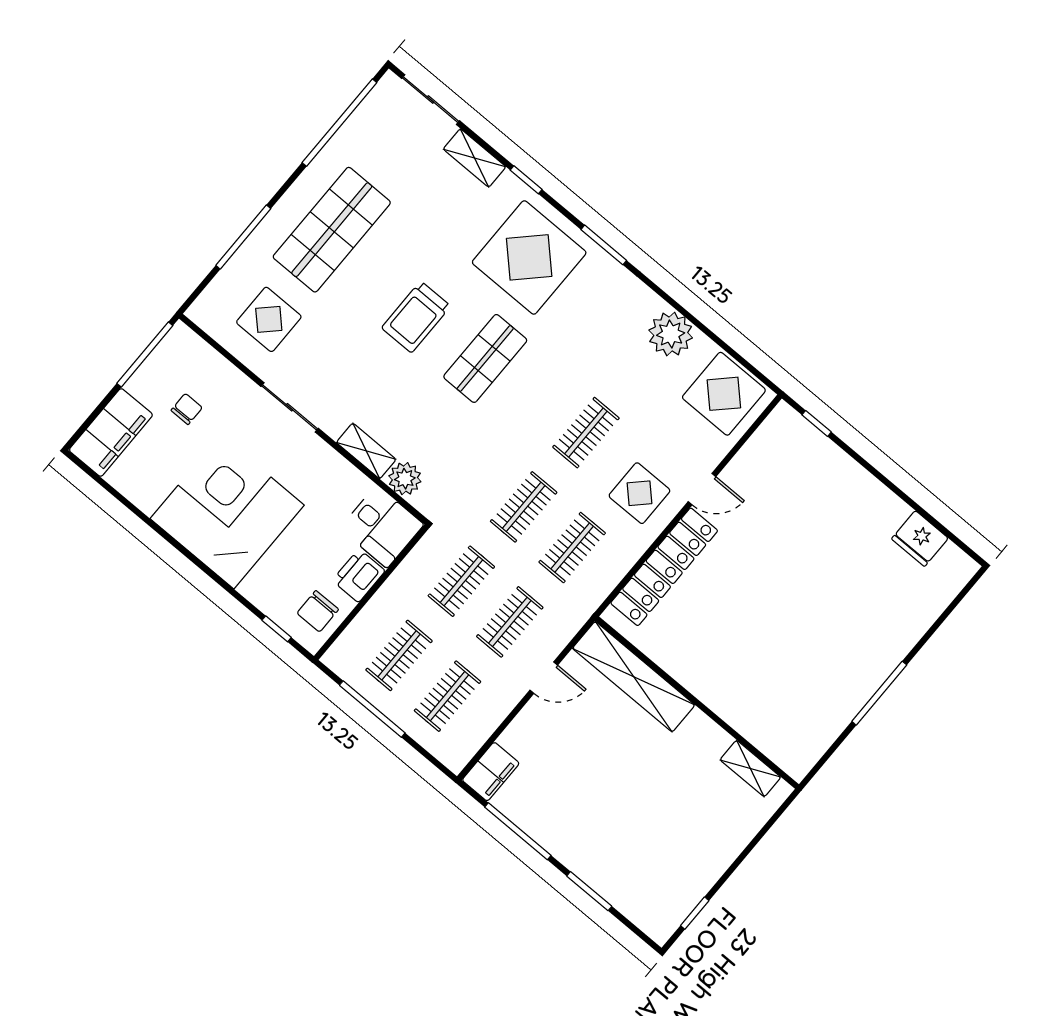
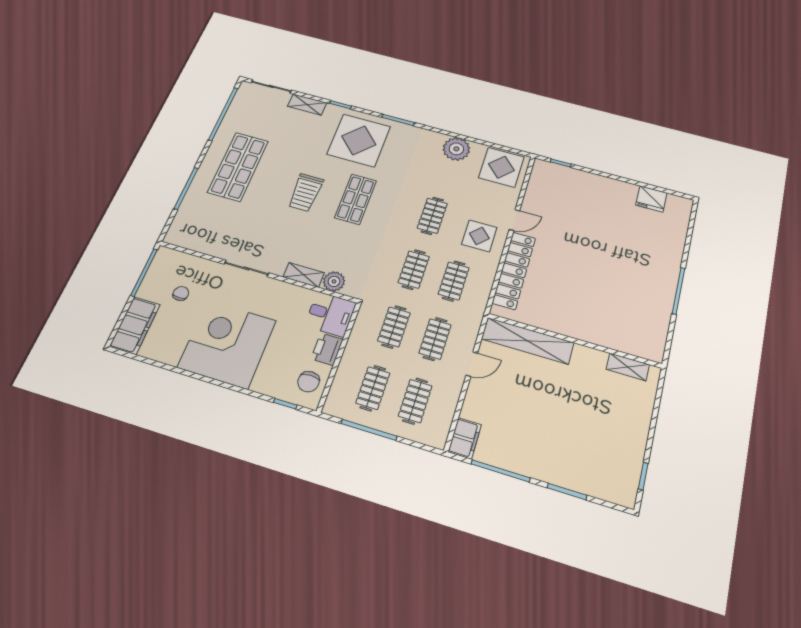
display table: (269, 319) -> (216, 226), removed

